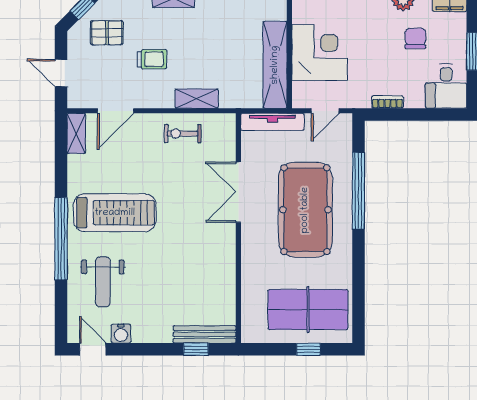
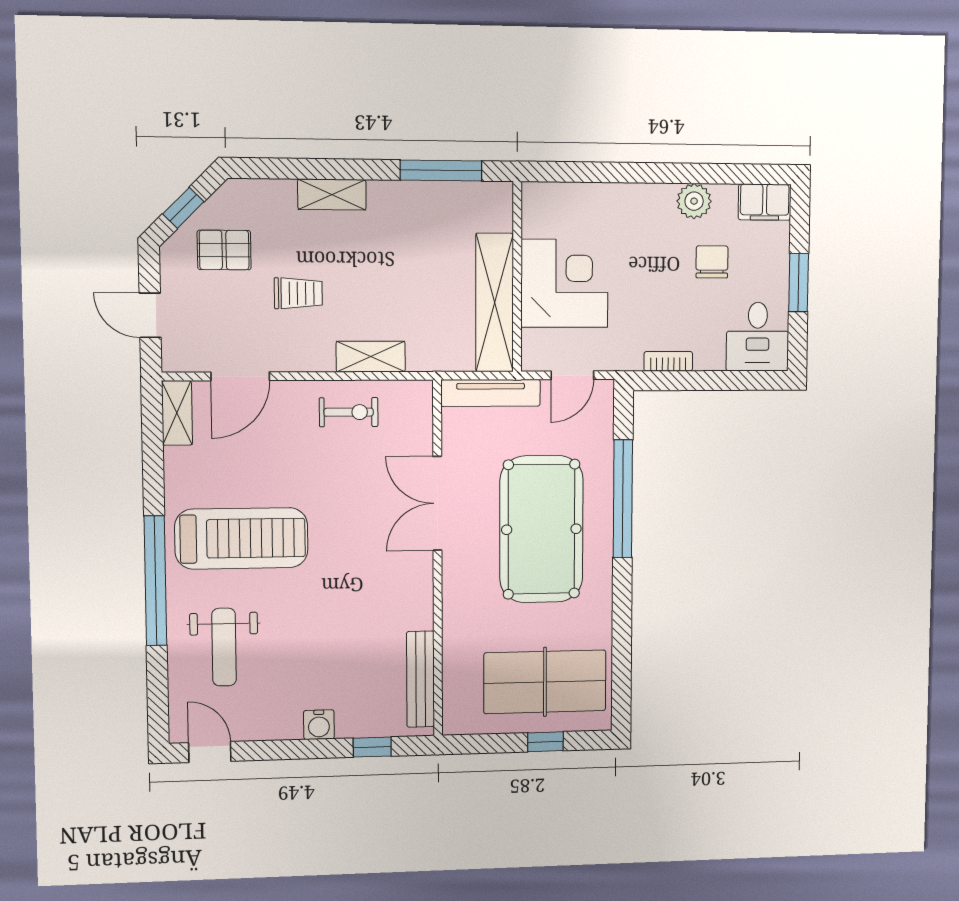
exercise bike: (183, 134) -> (349, 412), turned 180
water cooler: (121, 334) -> (319, 725), moved
bench: (205, 334) -> (421, 679), moved, turned 90

